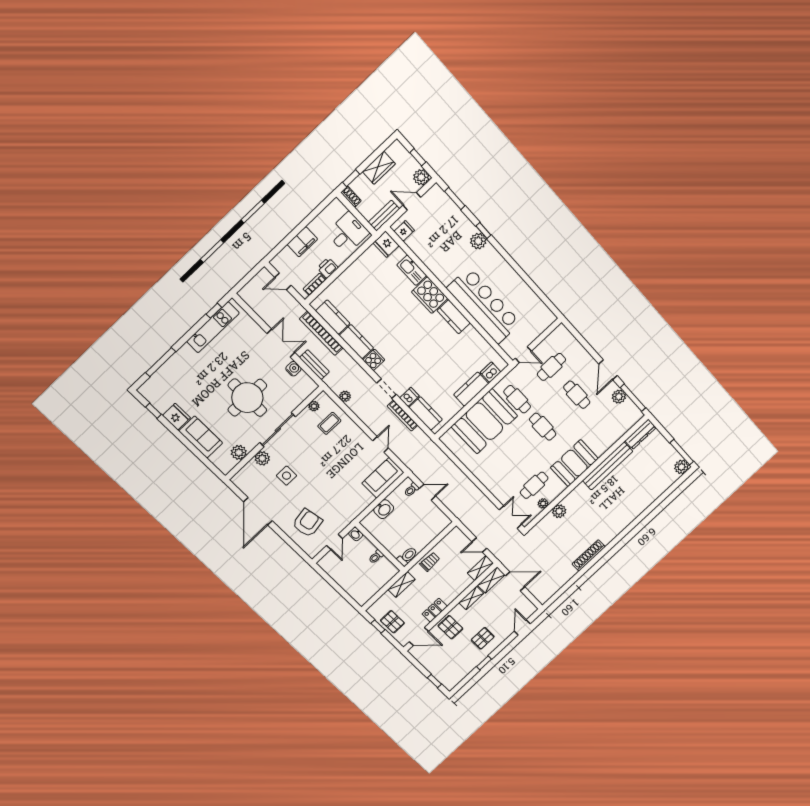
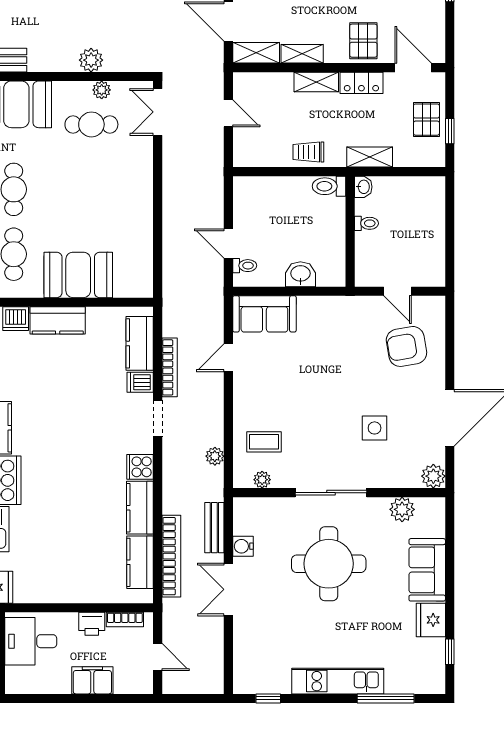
kitchen unit: (213, 327) -> (338, 681), moved
booth: (484, 421) -> (78, 275), width x0.73, depth x0.70
plant: (262, 458) -> (433, 476), moved
washbasin: (356, 534) -> (363, 187), moved
door: (334, 542) -> (398, 291), swing flipped
shelving: (480, 568) -> (316, 82), moved

